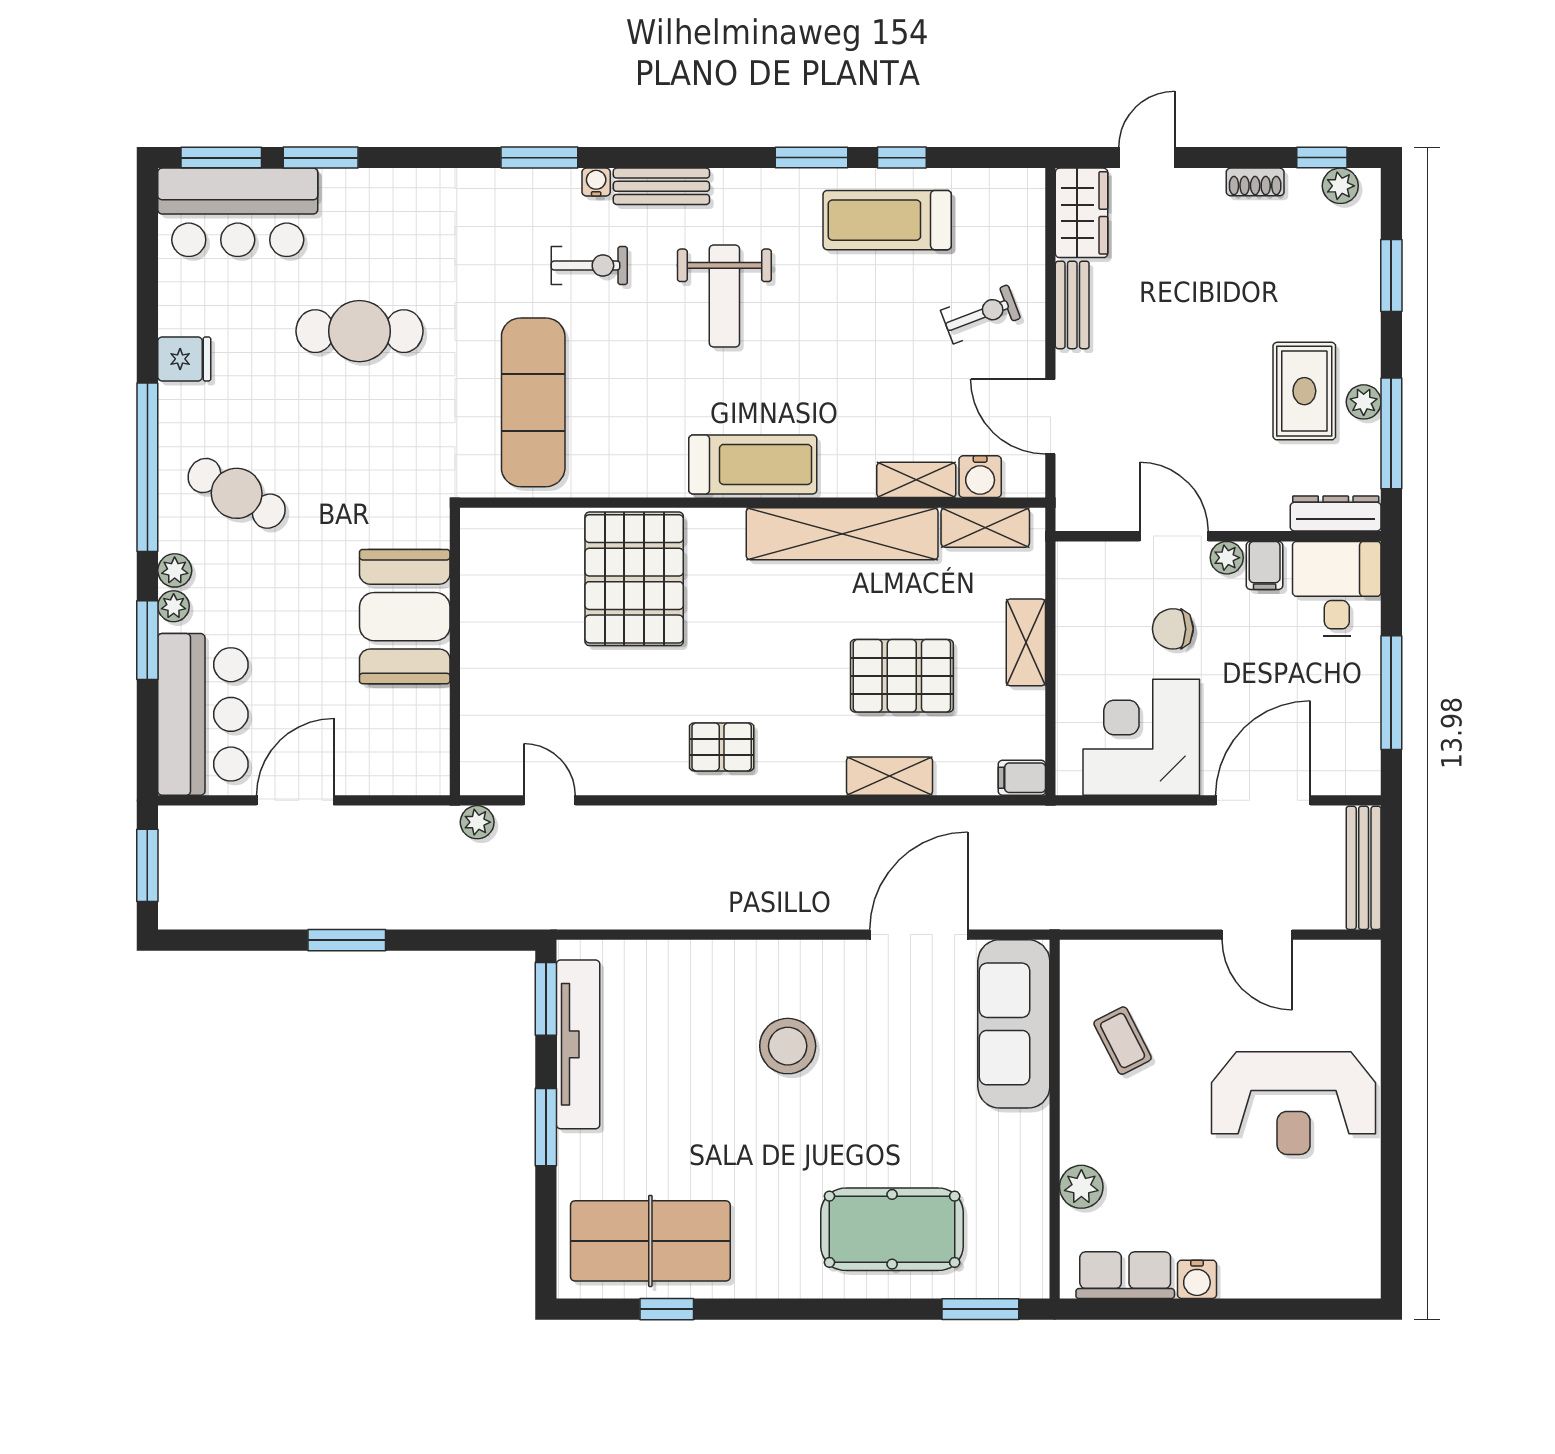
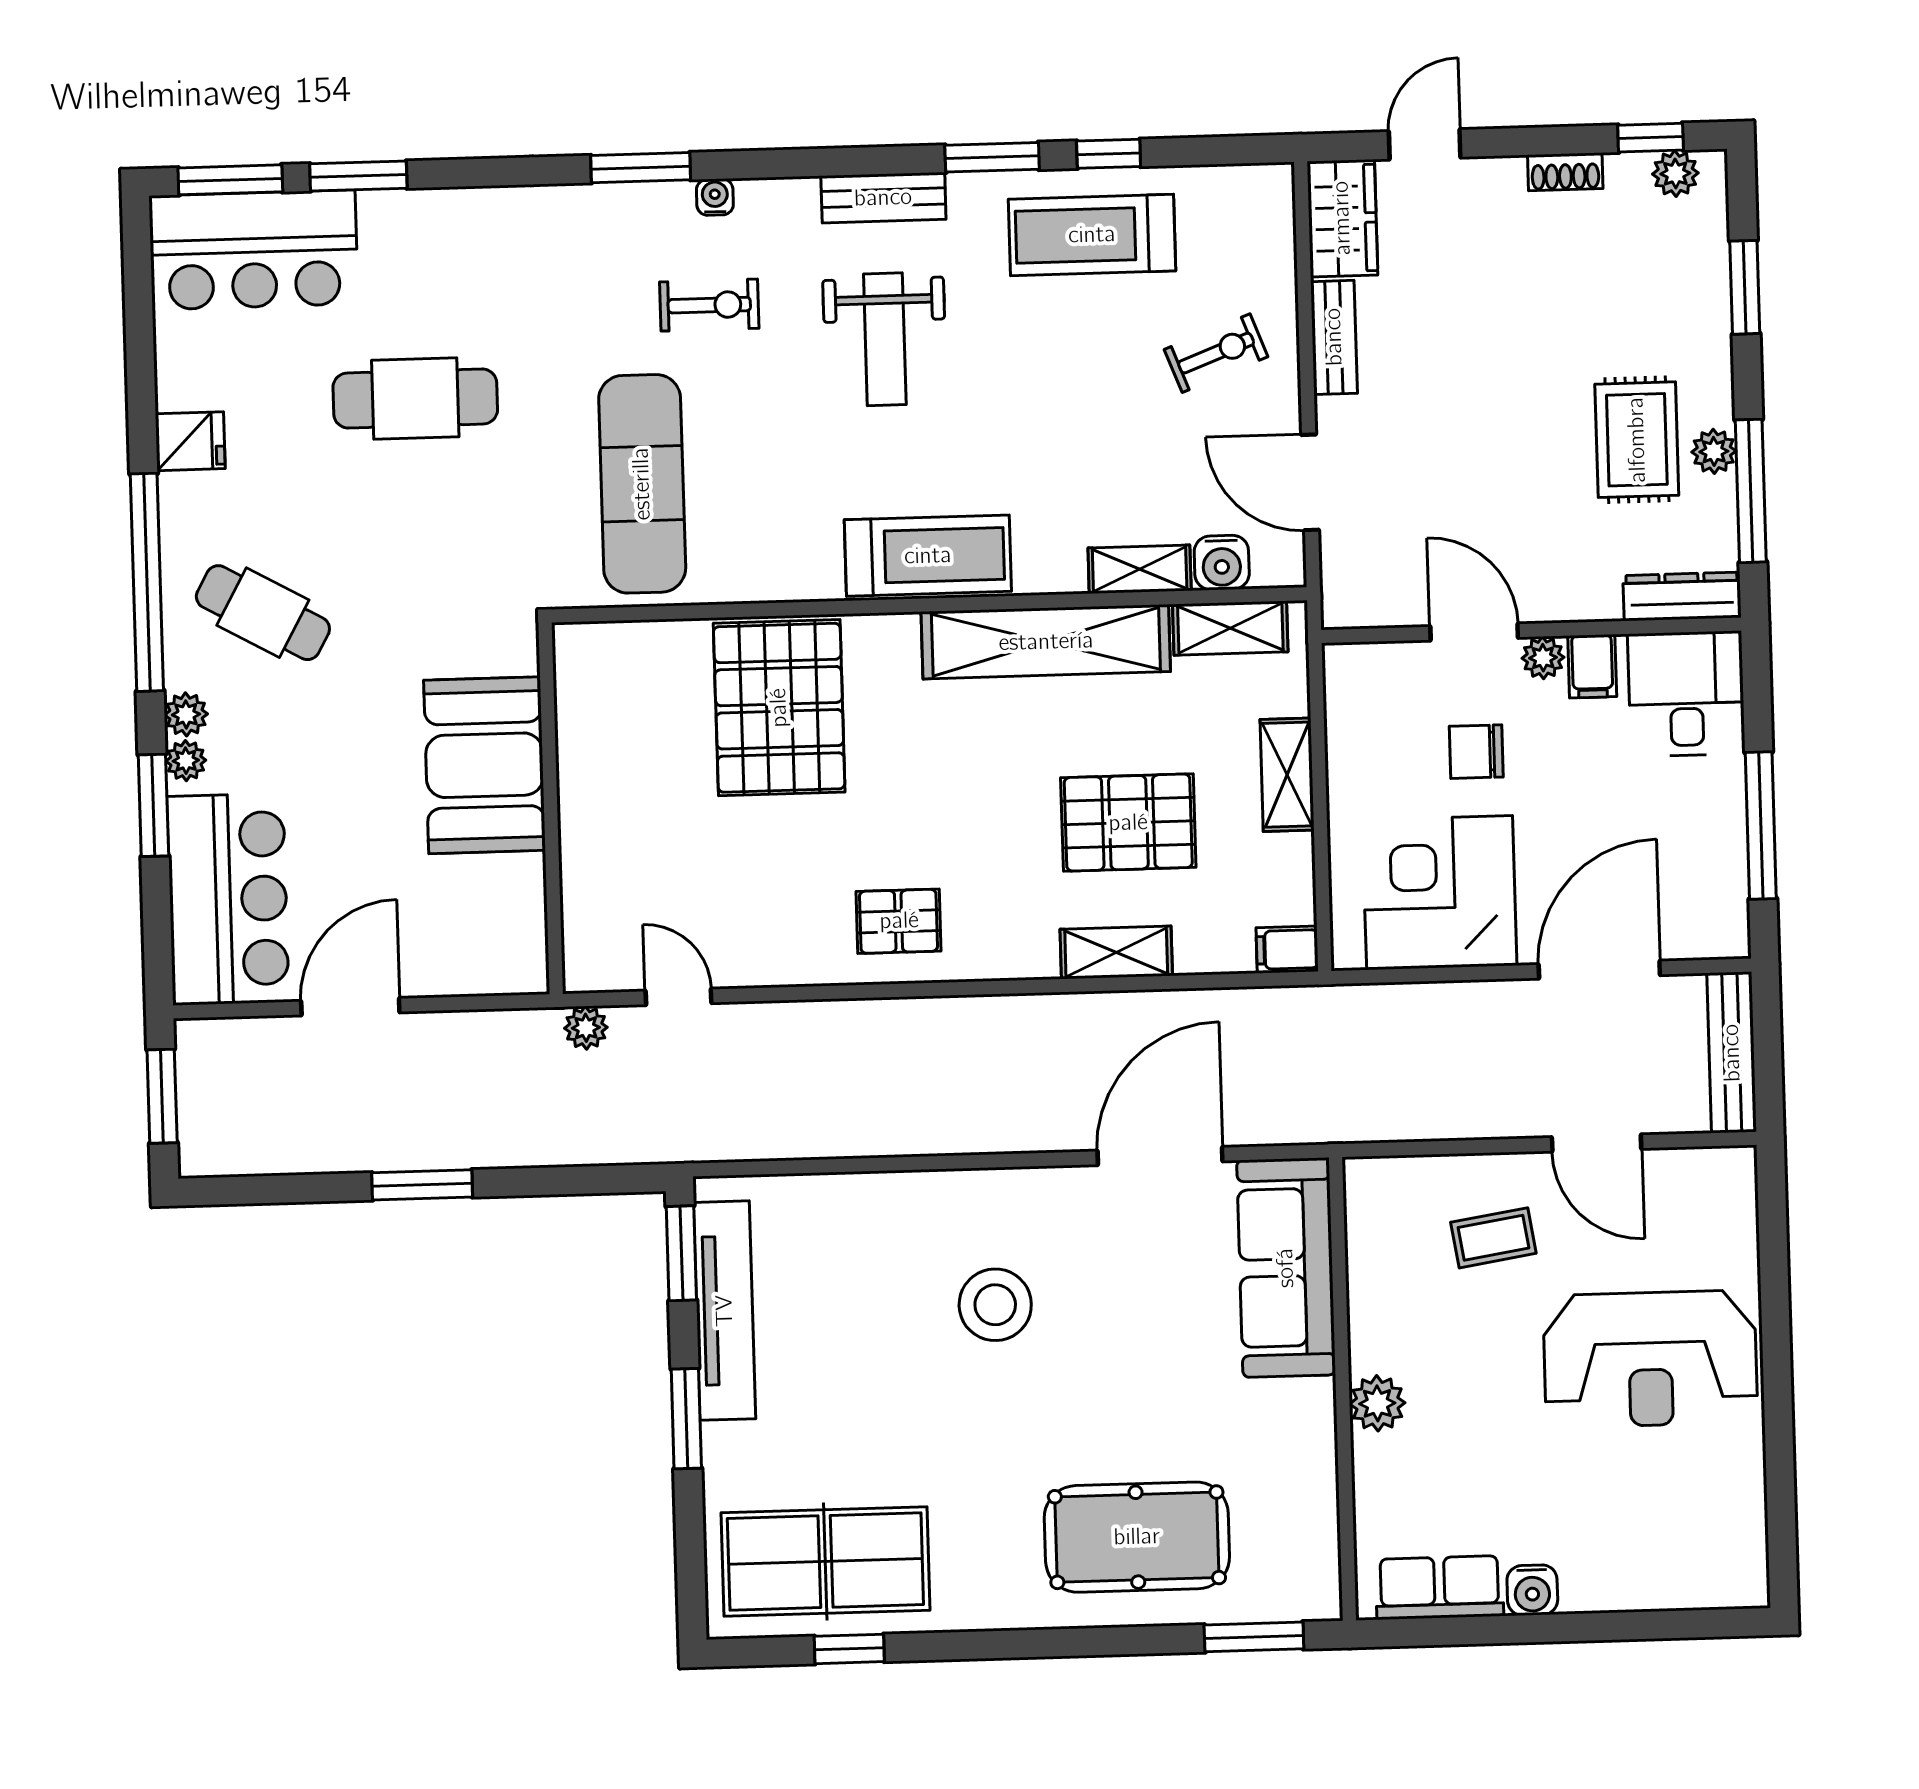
bench: (661, 186) -> (883, 198), moved
coffee table: (1123, 1041) -> (1493, 1238), moved, turned -72
plant: (1081, 1187) -> (1377, 1403), moved

